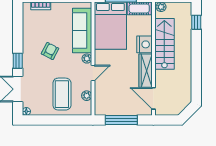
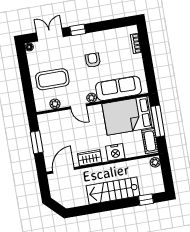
stairs: (164, 44) -> (113, 191), moved, turned 180
armchair: (50, 51) -> (93, 60), turned -118
wardrobe: (146, 71) -> (90, 158), width x0.67
window: (121, 120) -> (37, 142), width x0.69

